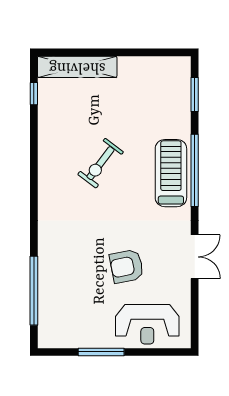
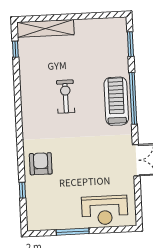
exercise bike: (101, 163) -> (66, 97), turned 143
armchair: (127, 266) -> (41, 164), moved, turned 101
window: (34, 291) -> (22, 190), width x0.32

